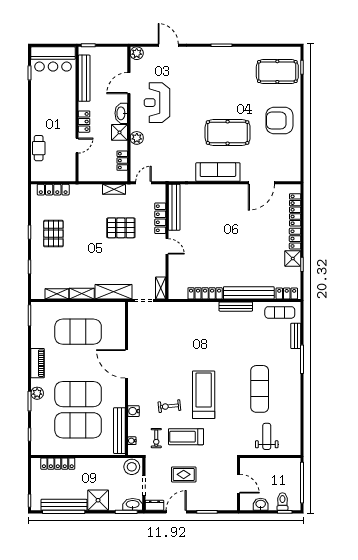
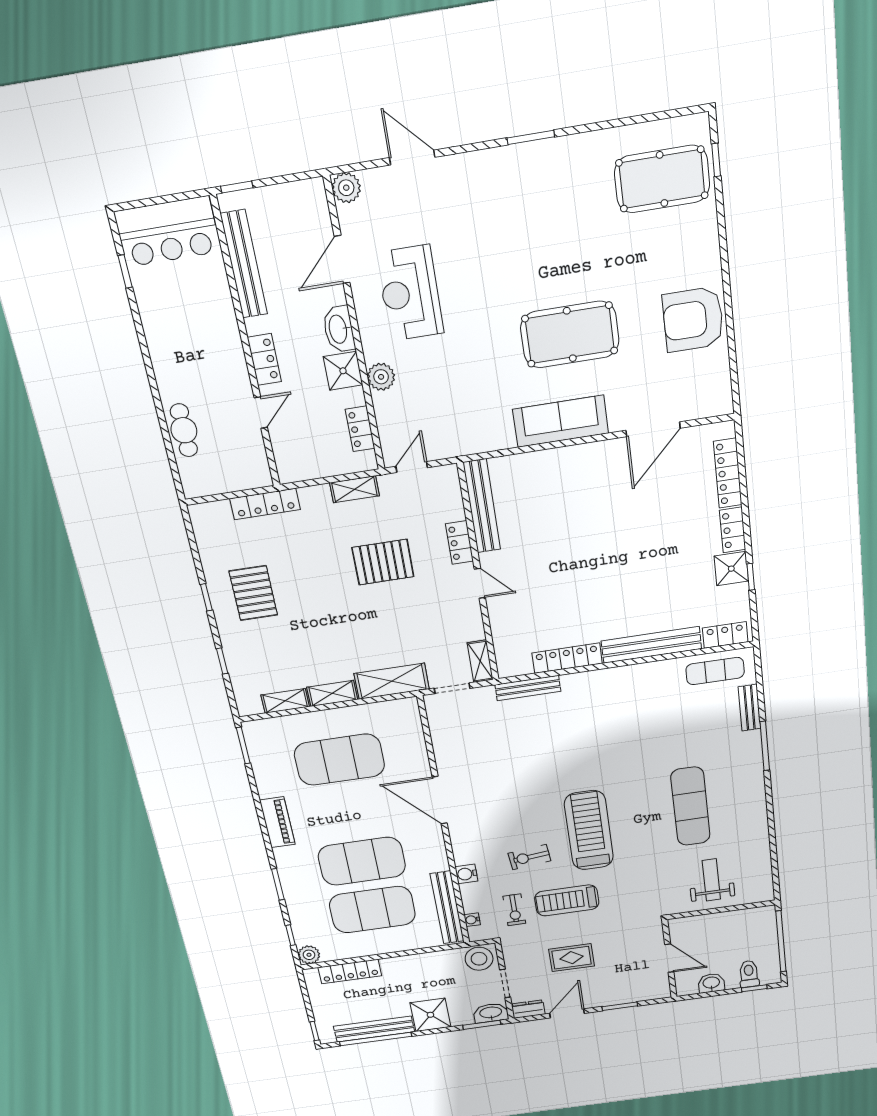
armchair: (279, 121) -> (693, 320), moved
locker: (53, 190) -> (265, 504), moved
locker: (160, 218) -> (459, 543), width x0.66
bench: (236, 307) -> (528, 688), moved
plant: (37, 393) -> (309, 955), moved

